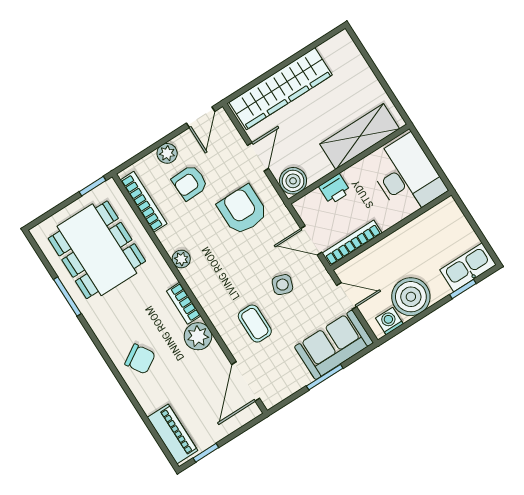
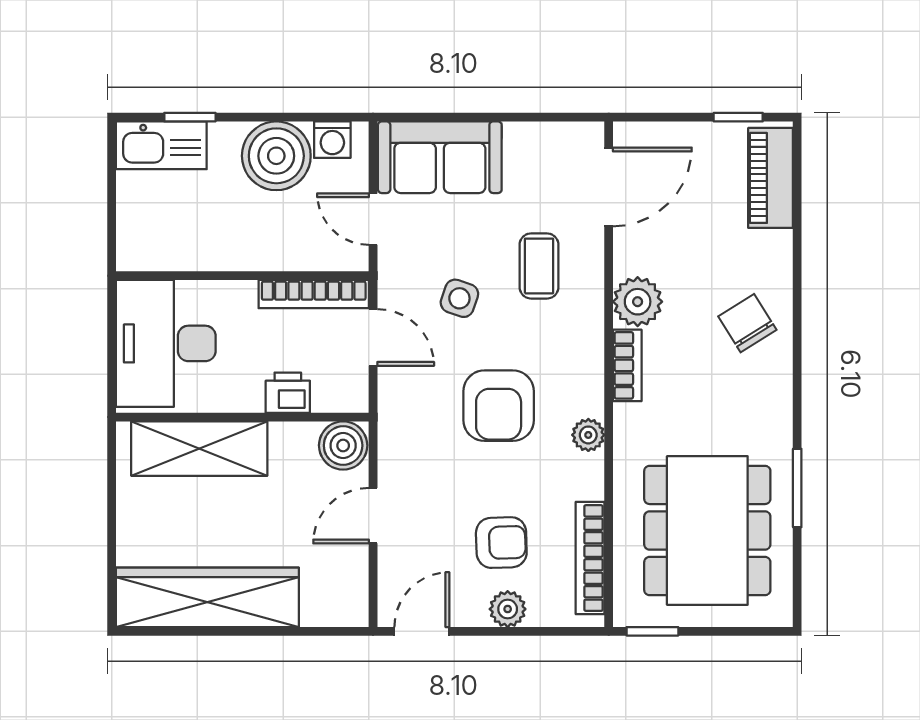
wardrobe: (281, 89) -> (207, 597), moved
armchair: (243, 210) -> (499, 406), moved
window: (325, 377) -> (485, 117), removed

